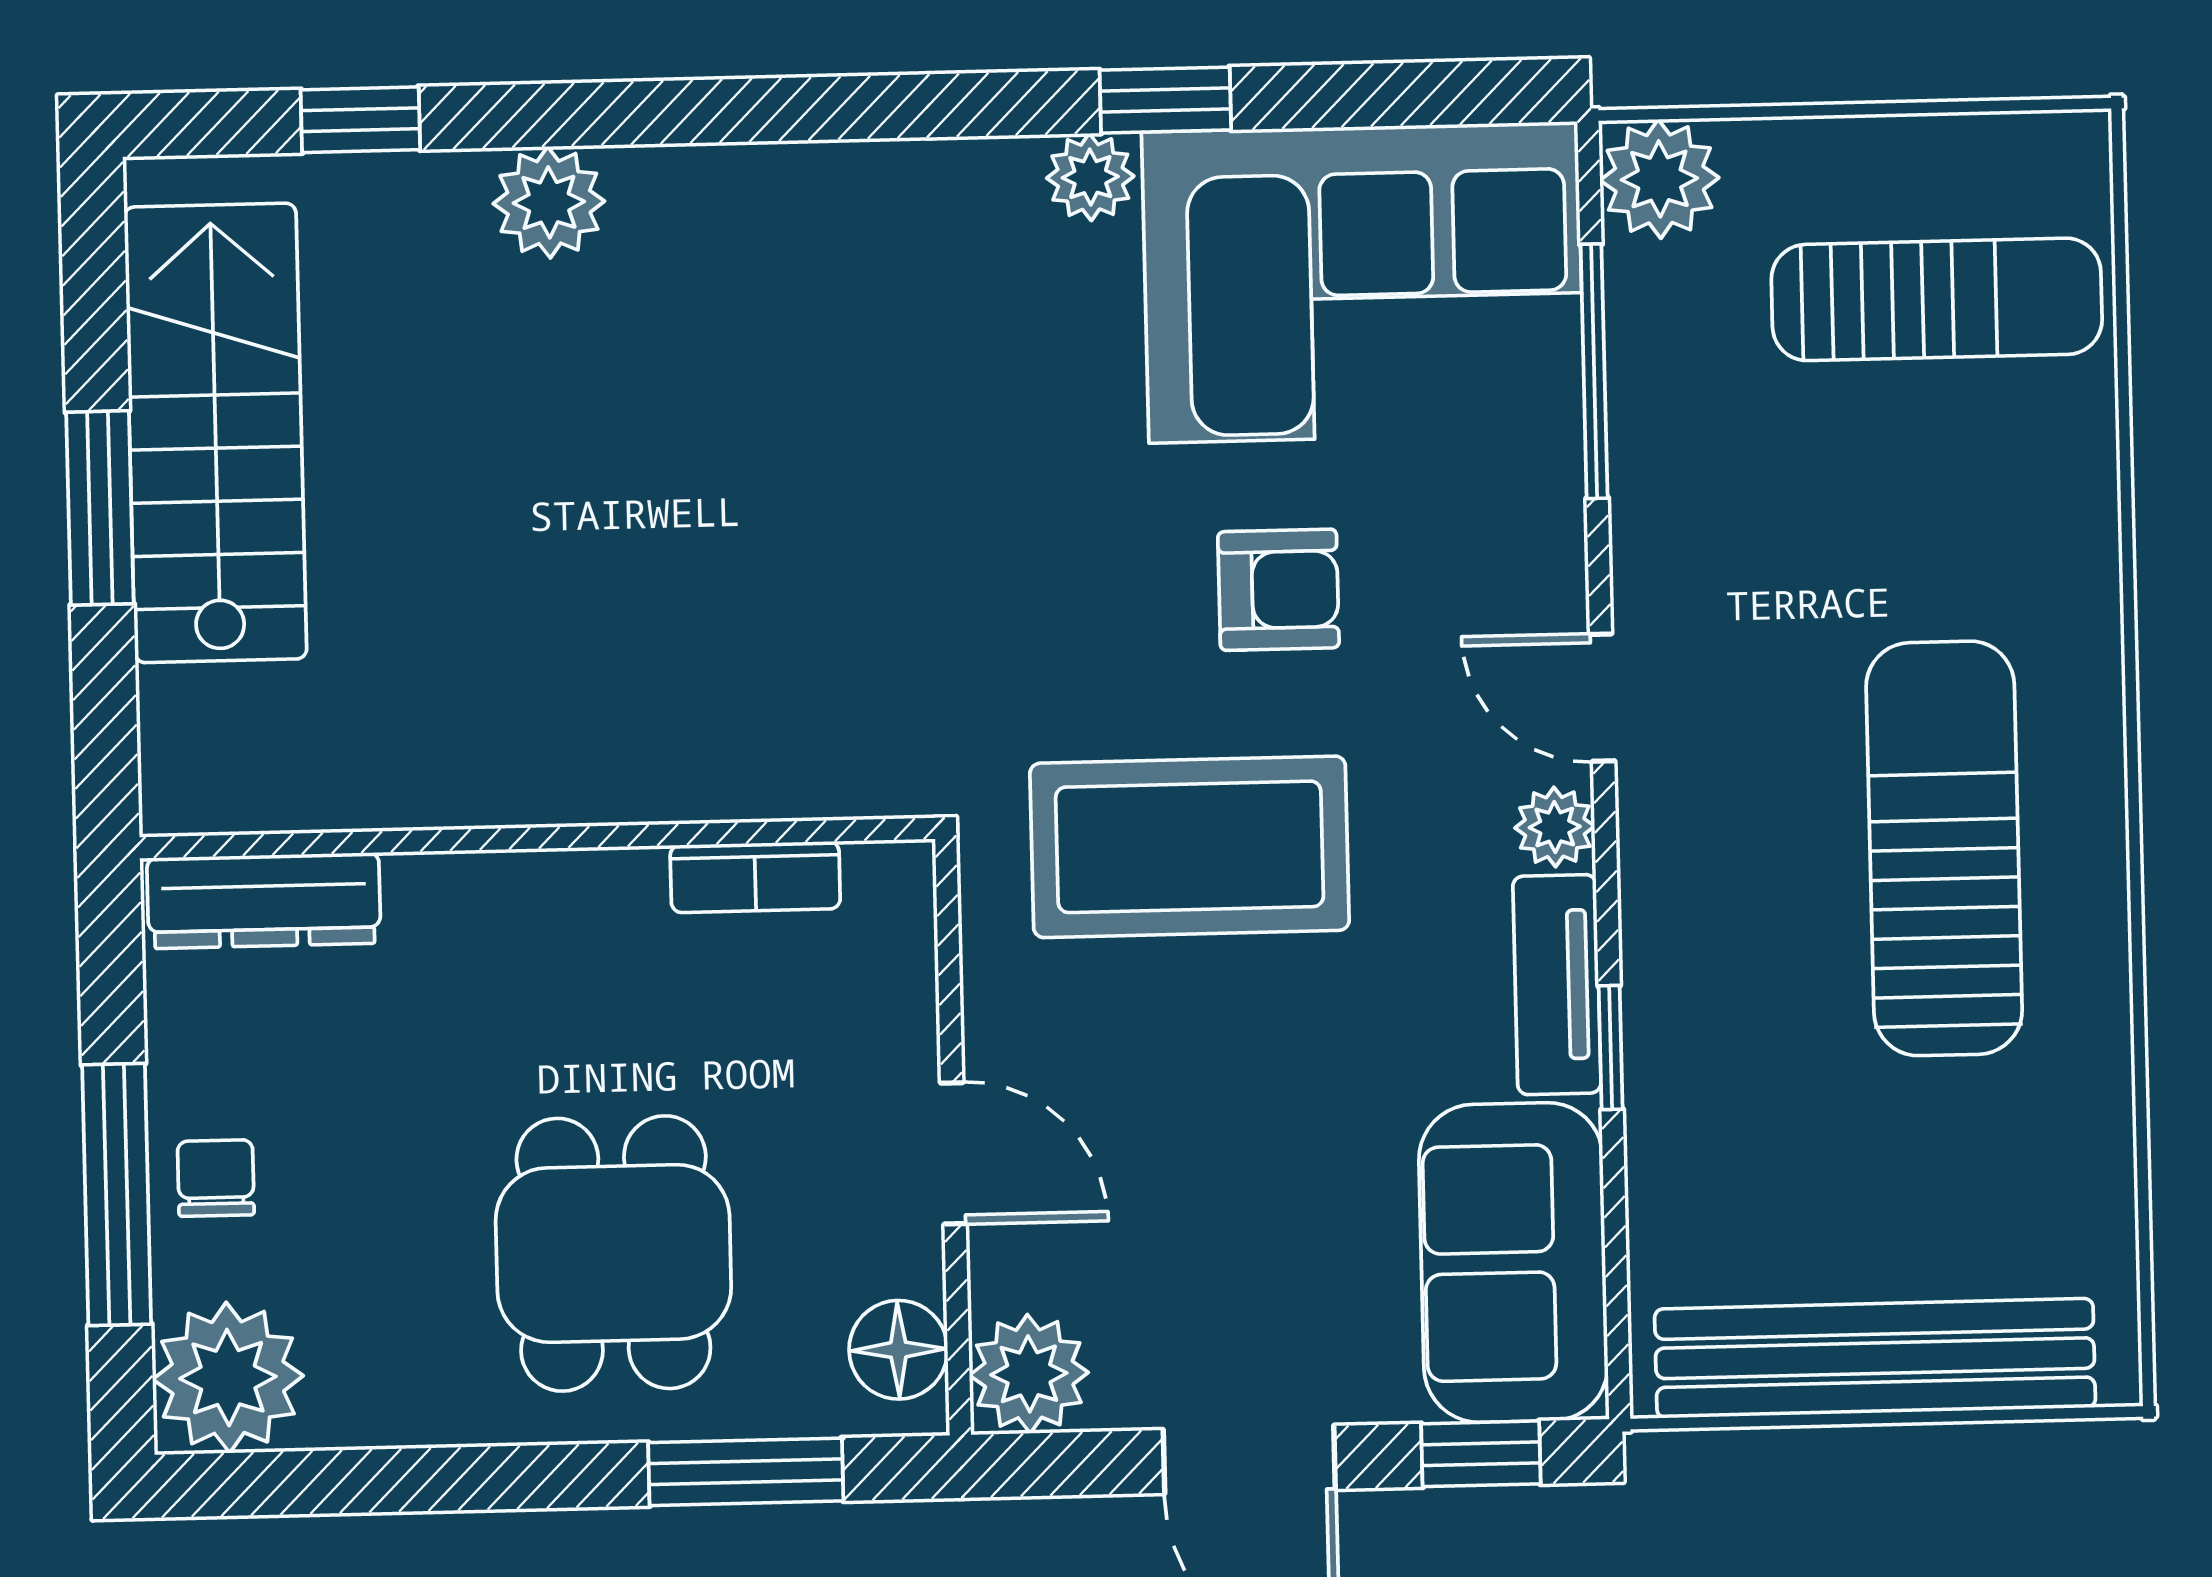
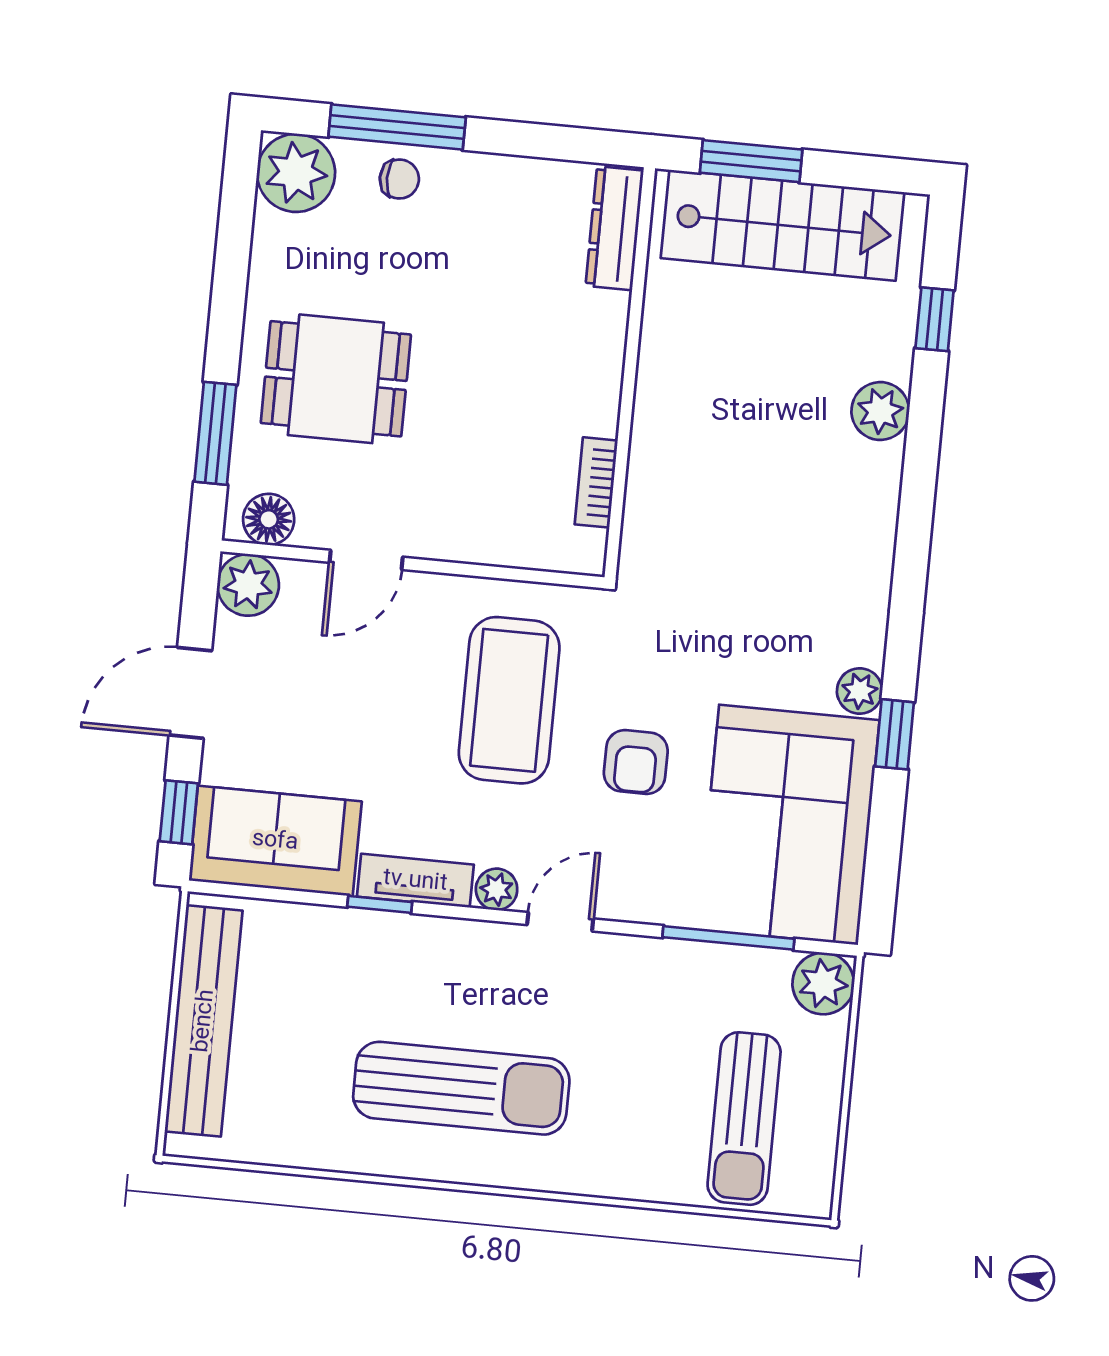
wall: (537, 838) -> (630, 373), moved
bookcase: (755, 877) -> (596, 482), moved
dresser: (264, 901) -> (615, 228), moved

